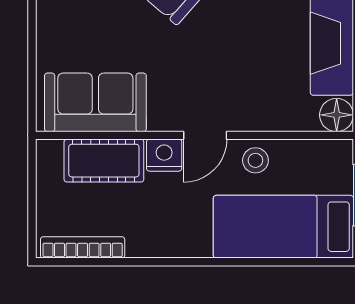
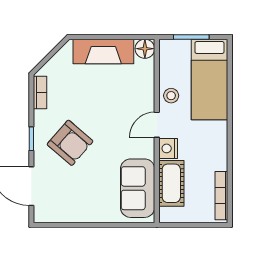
door: (205, 135) -> (157, 125), swing flipped

